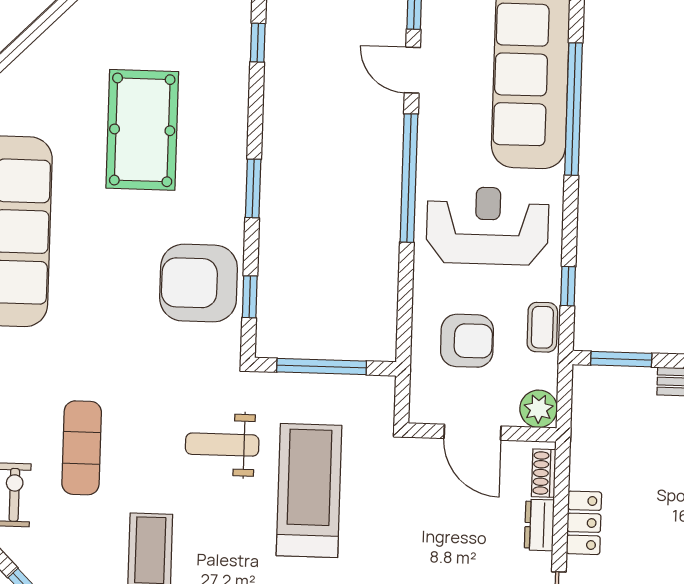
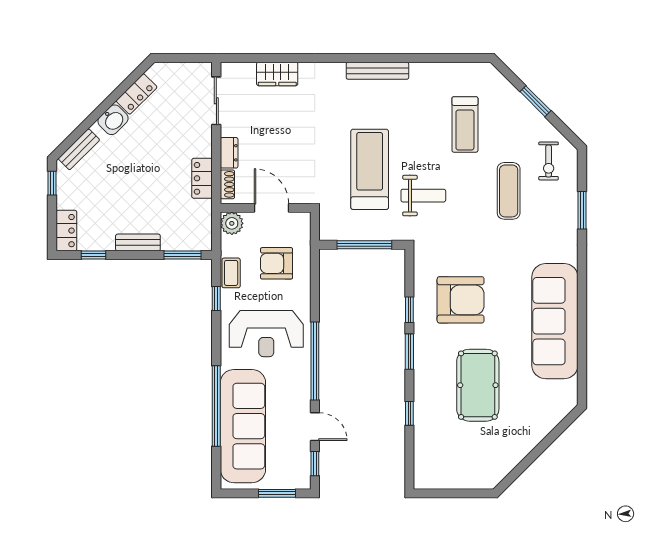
window: (258, 43) -> (409, 413), moved
armchair: (199, 283) -> (461, 300), moved
window: (250, 297) -> (409, 310), moved
treadmill: (309, 490) -> (370, 169), turned 180
locker: (584, 523) -> (202, 178), moved

